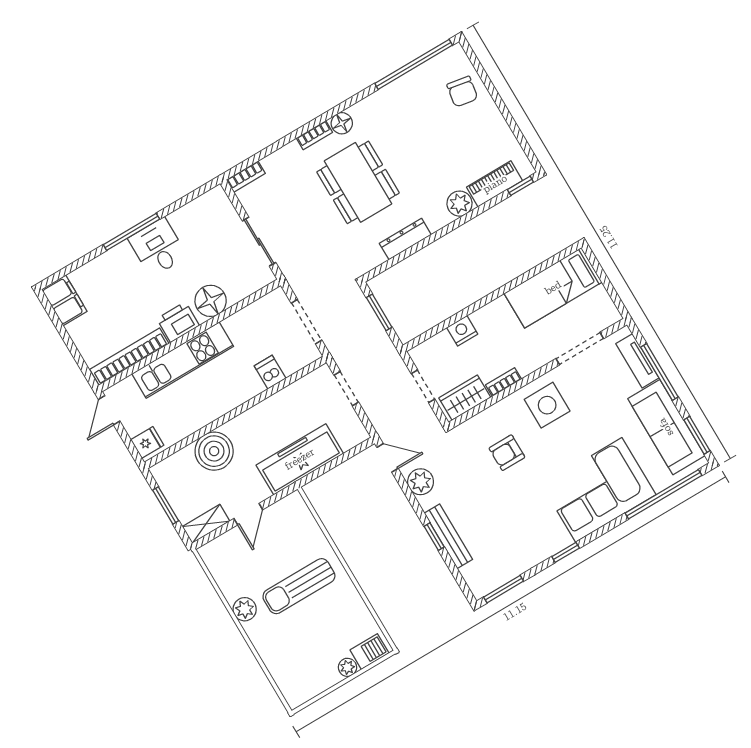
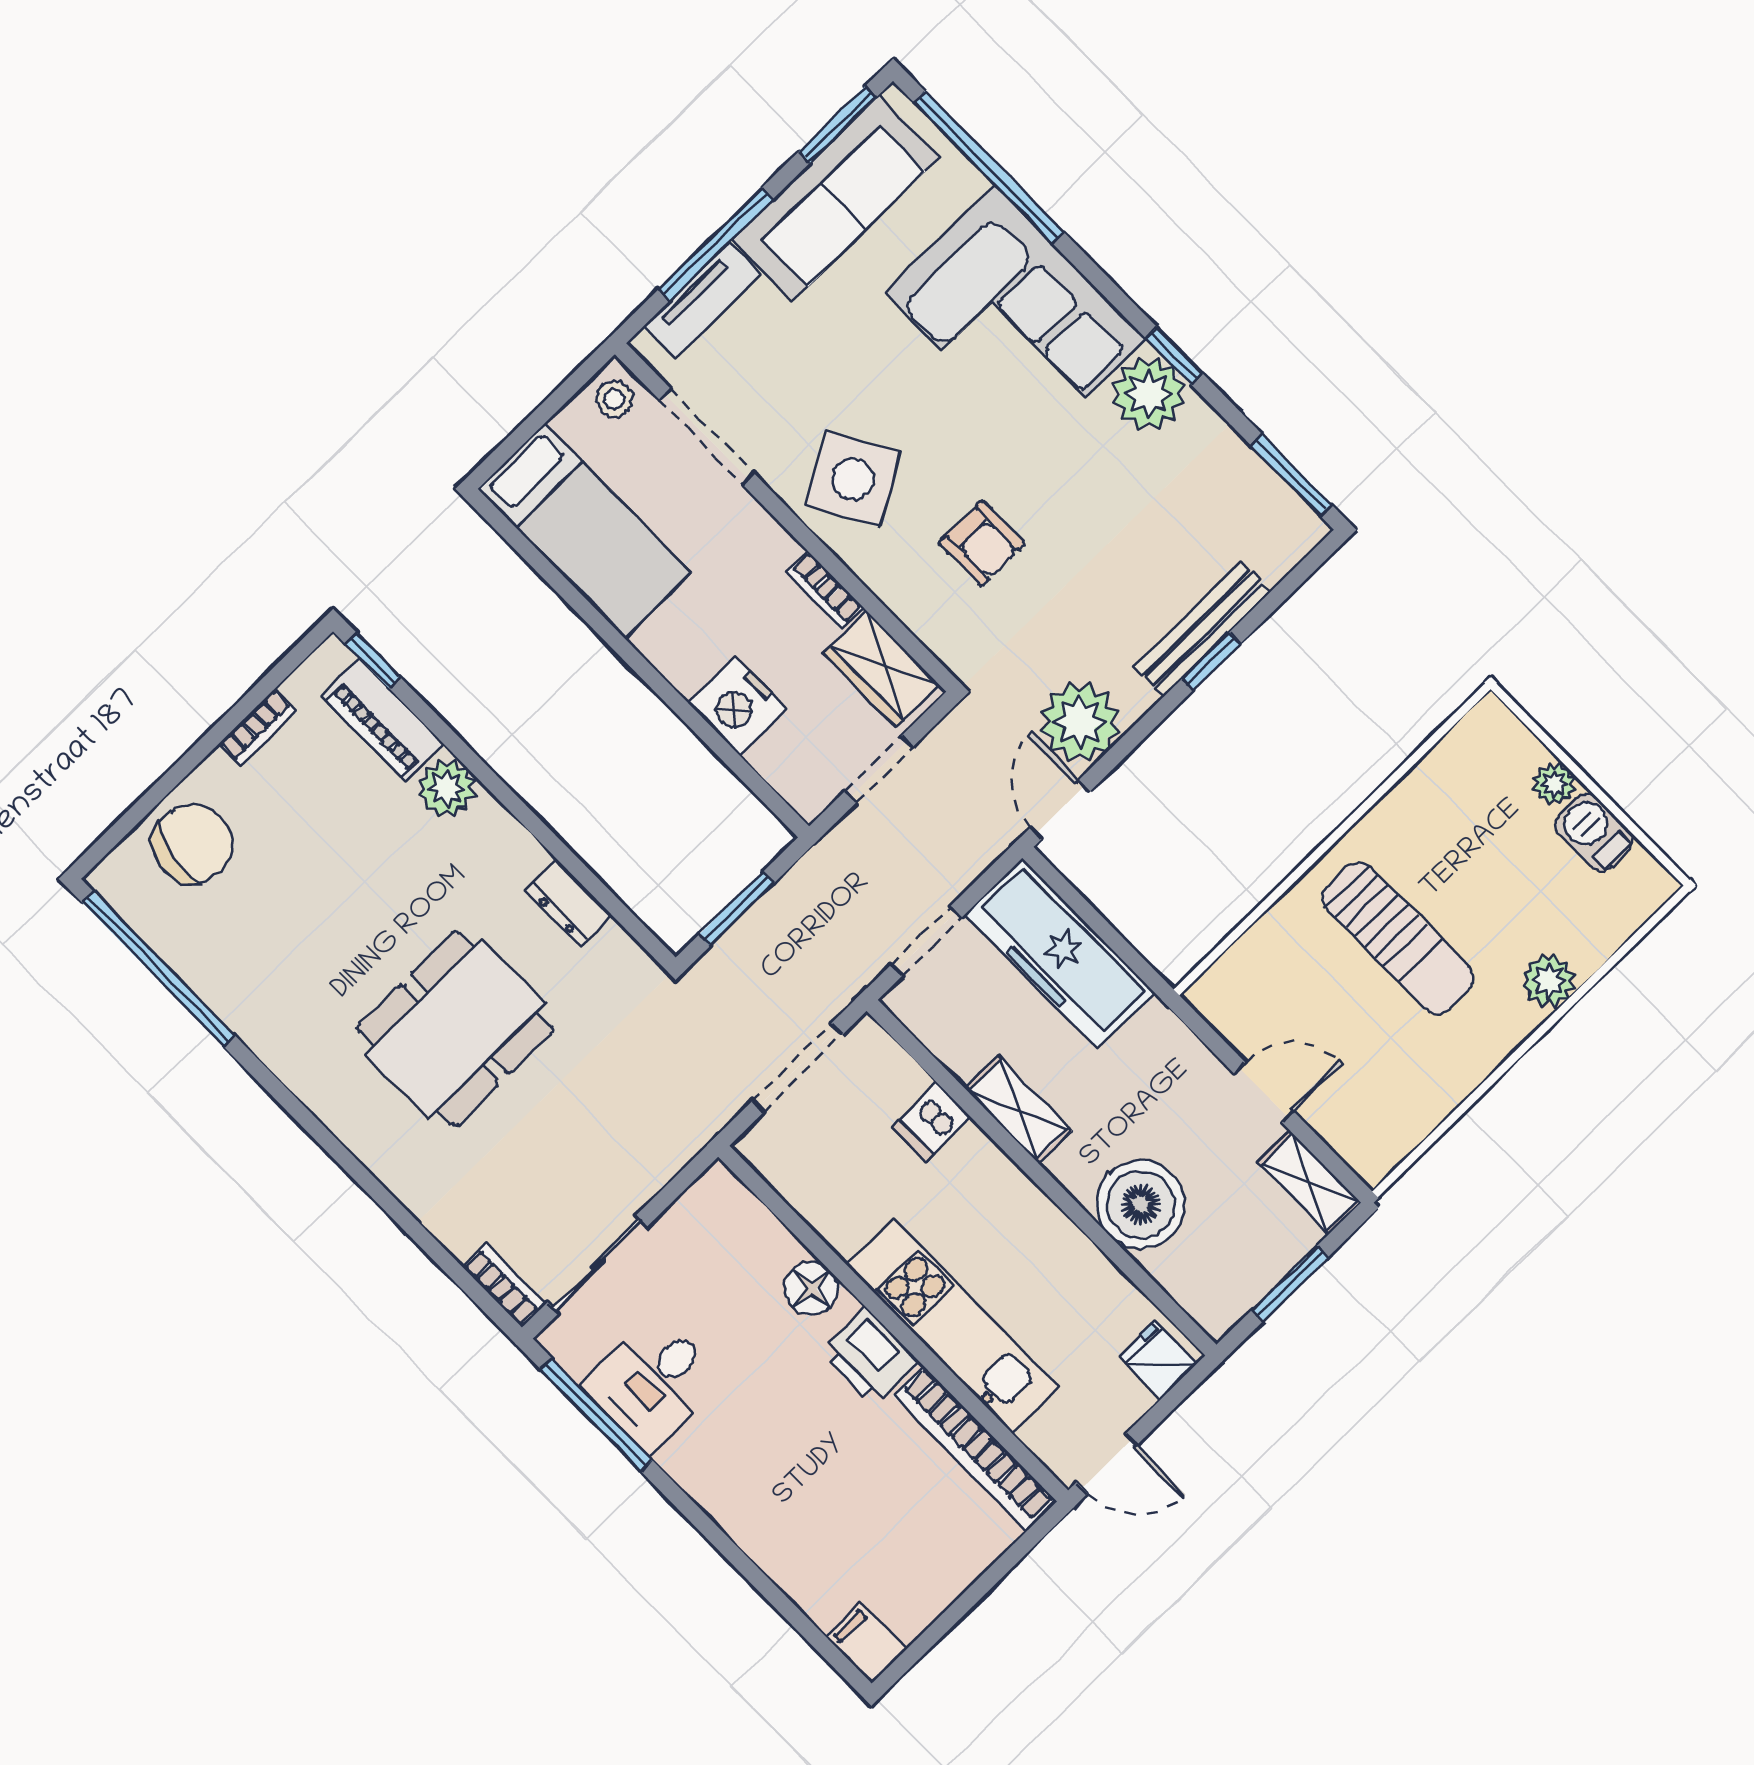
chair: (462, 92) -> (193, 844), width x1.37, depth x1.37
floor lamp: (342, 123) -> (331, 1098), removed
bookcase: (314, 135) -> (257, 728), moved, turned 90
window: (131, 232) -> (596, 1415), moved
dresser: (405, 239) -> (569, 903), width x0.70
sliding door: (259, 242) -> (597, 1265), moved
desk: (158, 247) -> (652, 1383), moved
filing cabinet: (64, 300) -> (866, 1643), width x0.50
floor lamp: (211, 301) -> (811, 1289), width x0.73, depth x0.73
stool: (605, 314) -> (614, 399), added
nightstand: (462, 331) -> (738, 706), width x1.36, depth x1.33
side table: (547, 405) -> (853, 479), turned -30
shelving: (266, 410) -> (1019, 1110), added
freezer: (300, 459) -> (1059, 953), moved
plant: (421, 482) -> (1080, 722), width x1.36, depth x1.36
plant: (552, 538) -> (1149, 394), added
plant: (245, 609) -> (1549, 981), moved
barbecue: (369, 652) -> (1594, 832), moved

